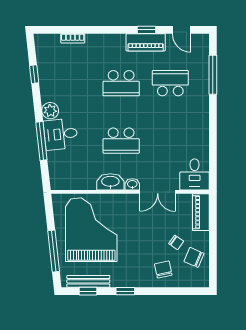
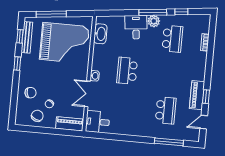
school desk: (121, 83) -> (172, 39), moved, turned 180
window: (41, 141) -> (153, 12), moved
washbasin: (110, 182) -> (100, 34), moved

